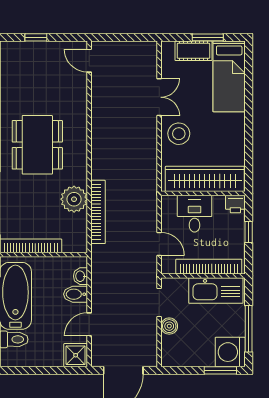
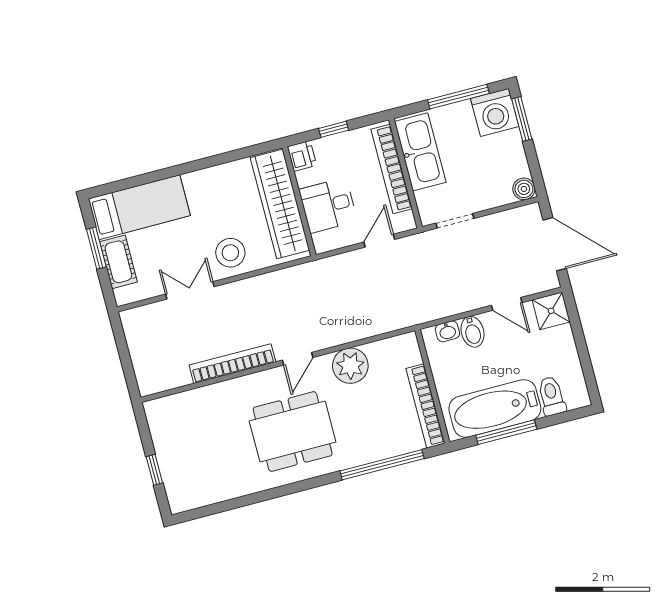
door: (89, 61) -> (298, 359), moved
bookcase: (98, 212) -> (232, 364), moved
boiler: (169, 326) -> (524, 189), moved

